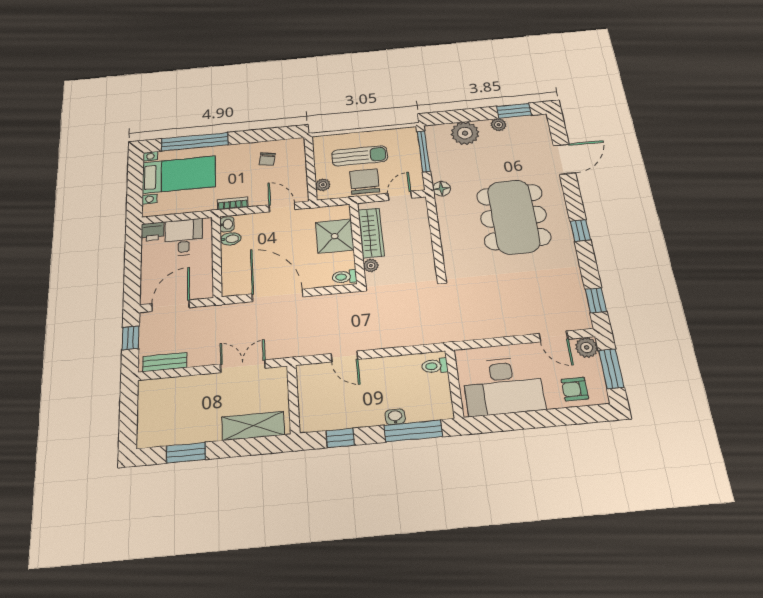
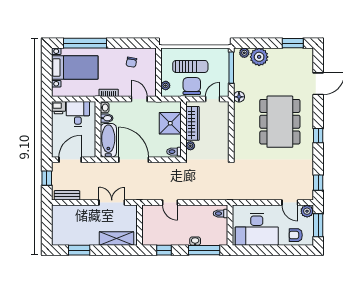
plant: (498, 125) -> (244, 53), moved
bathtub: (234, 271) -> (108, 140), added

